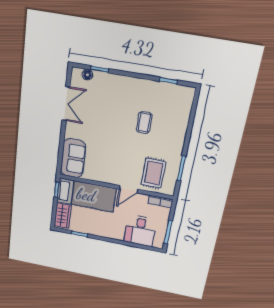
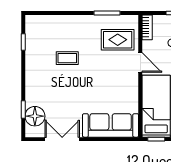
floor lamp: (87, 75) -> (35, 116), width x1.89, depth x1.89
sofa: (73, 158) -> (111, 125), width x1.36

